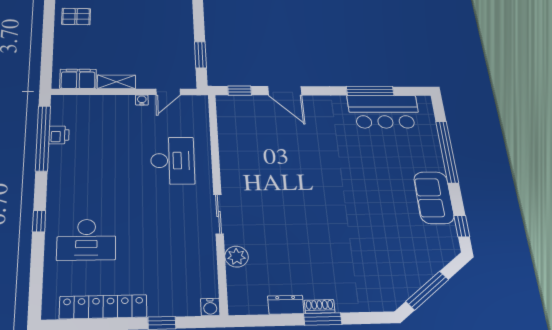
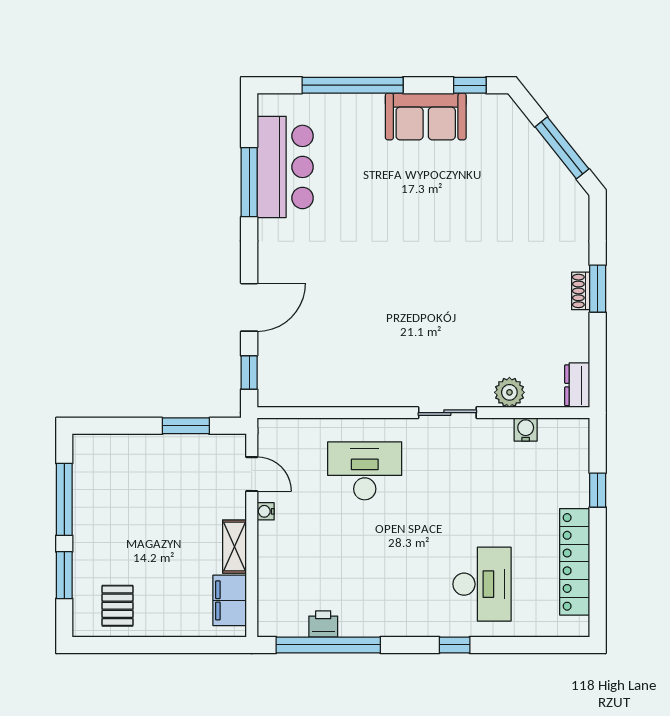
dresser: (286, 305) -> (577, 385), moved
water cooler: (210, 307) -> (526, 430), moved, turned -90

